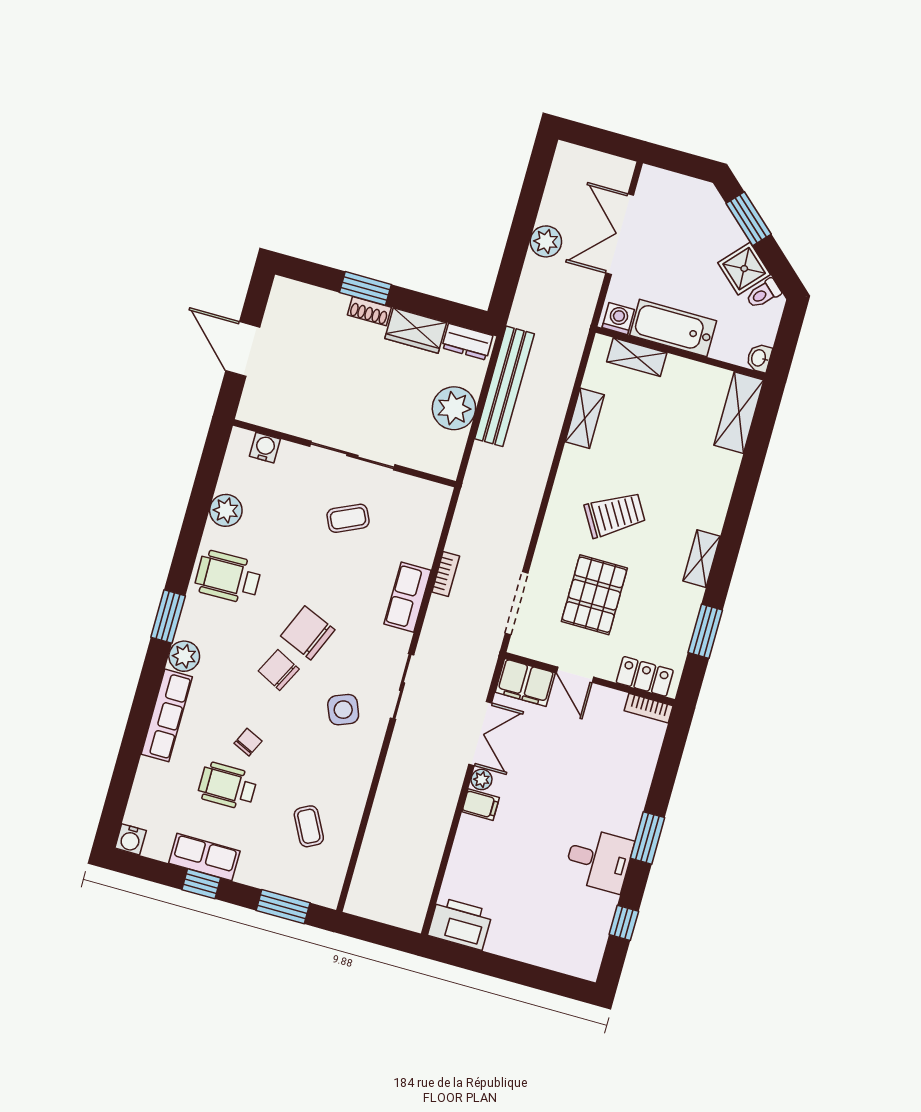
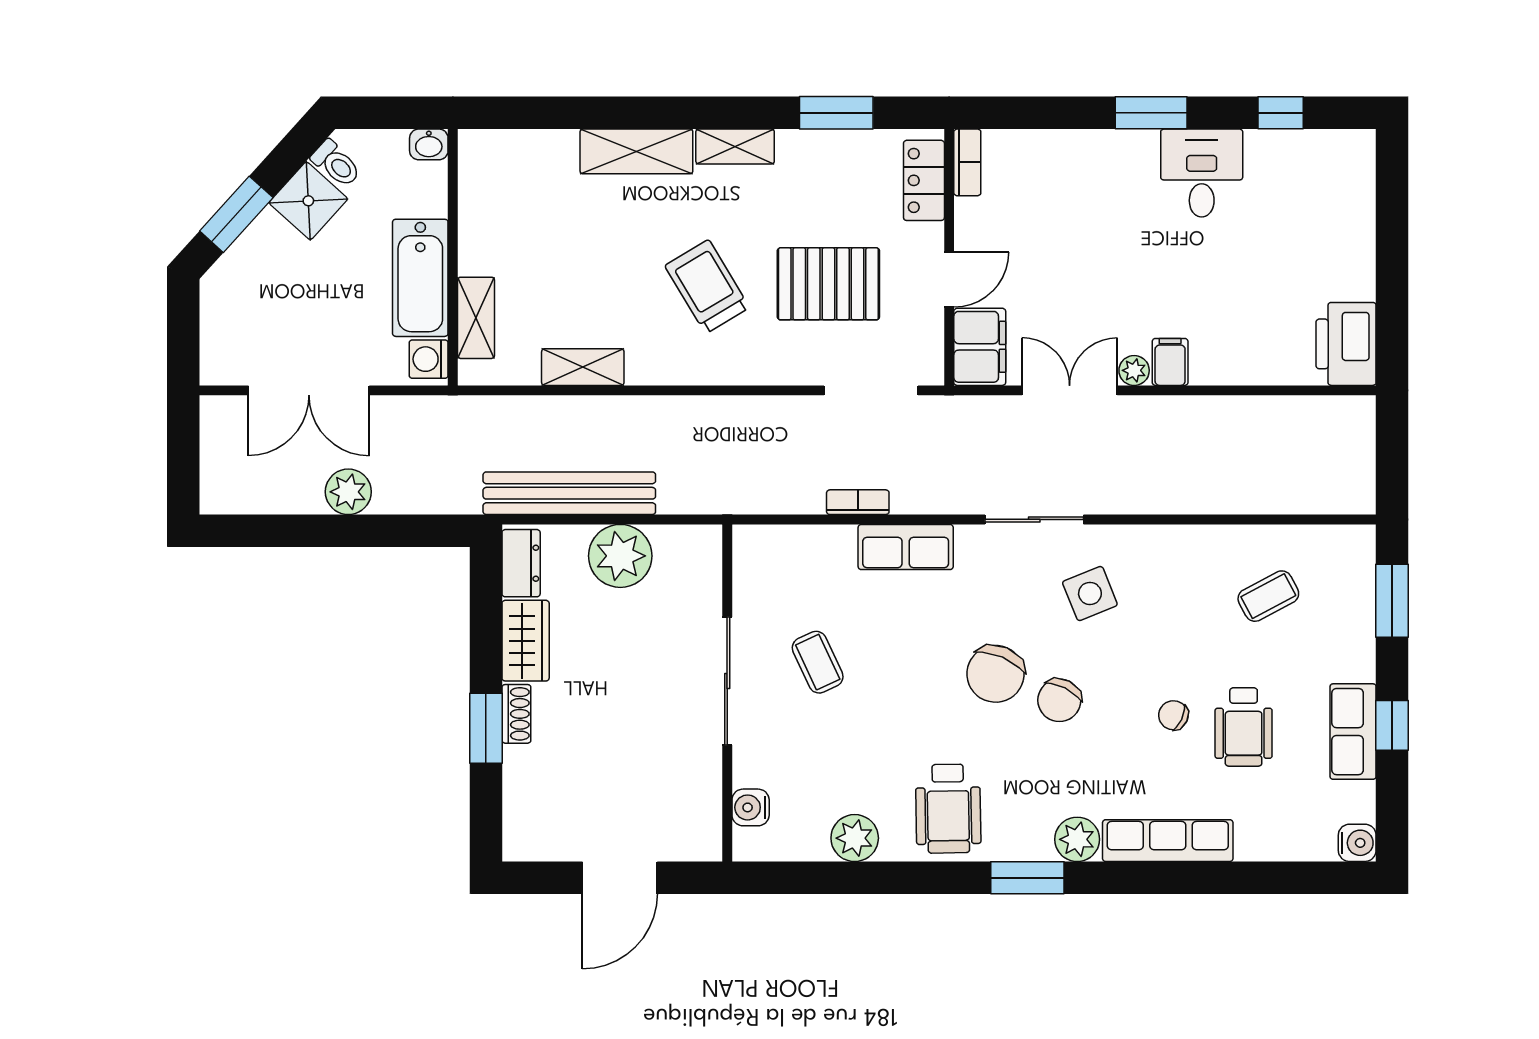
shelving: (739, 413) -> (636, 151), moved

